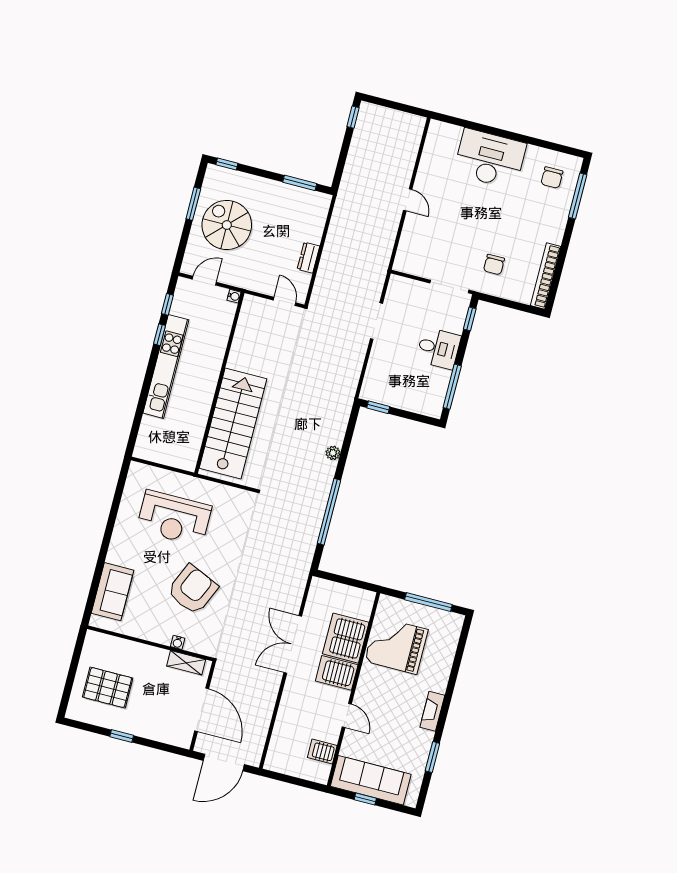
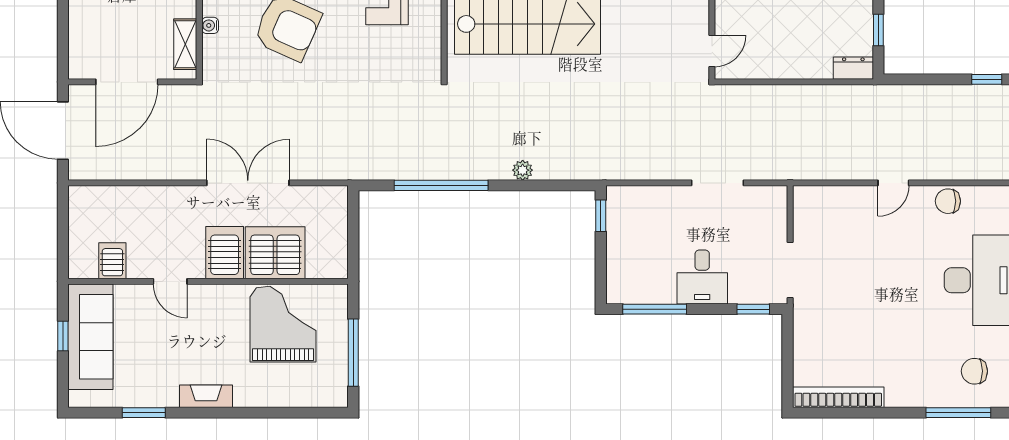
window: (300, 183) -> (878, 30), width x0.67
dresser: (308, 258) -> (853, 68), moved
chair: (494, 265) -> (948, 201), moved
door: (347, 715) -> (170, 281), hinge flipped

